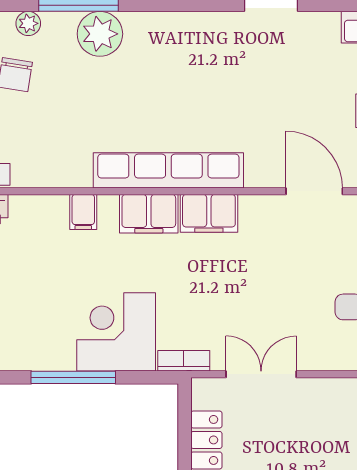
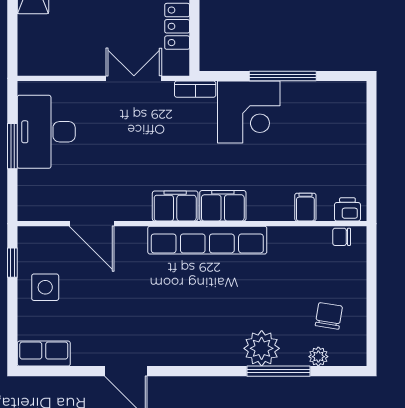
filing cabinet: (83, 212) -> (305, 207), moved
double door: (261, 374) -> (134, 78), swing flipped

